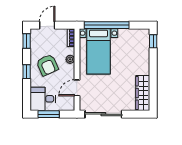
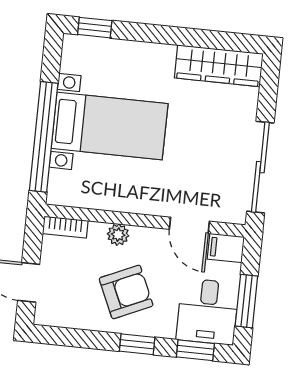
window: (27, 41) -> (195, 350), moved
bed with nightstands: (98, 51) -> (110, 126), moved
filing cabinet: (69, 103) -> (226, 248), added

